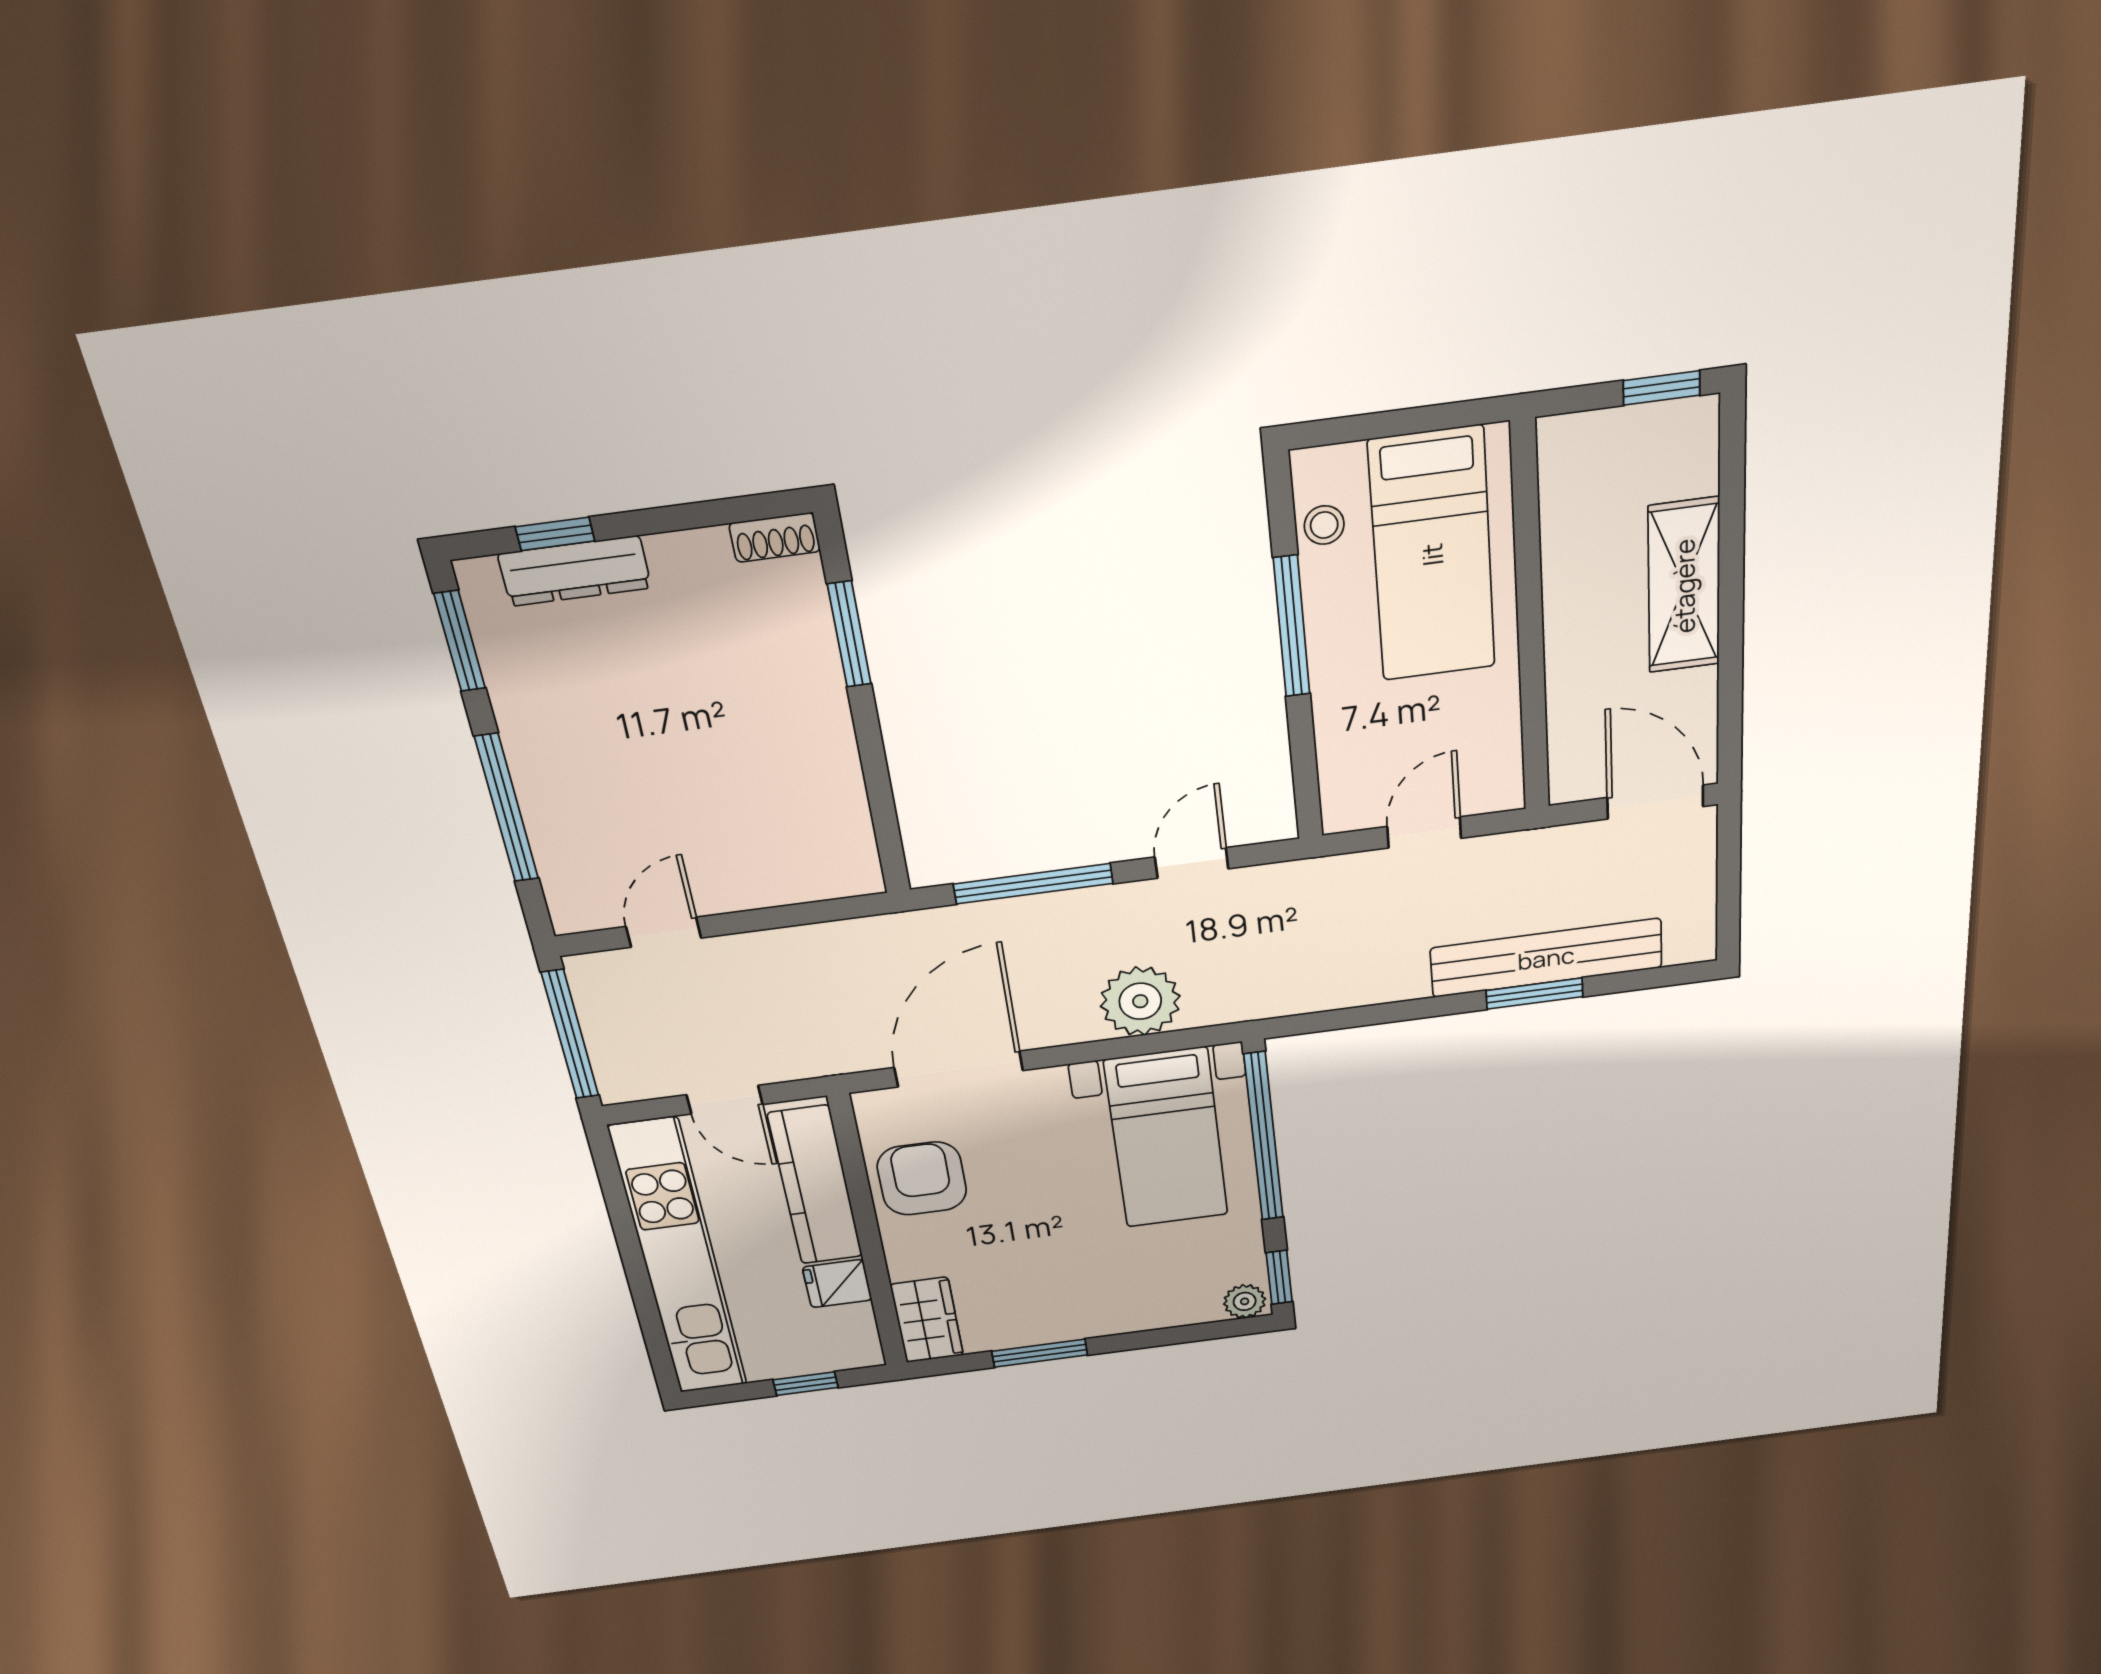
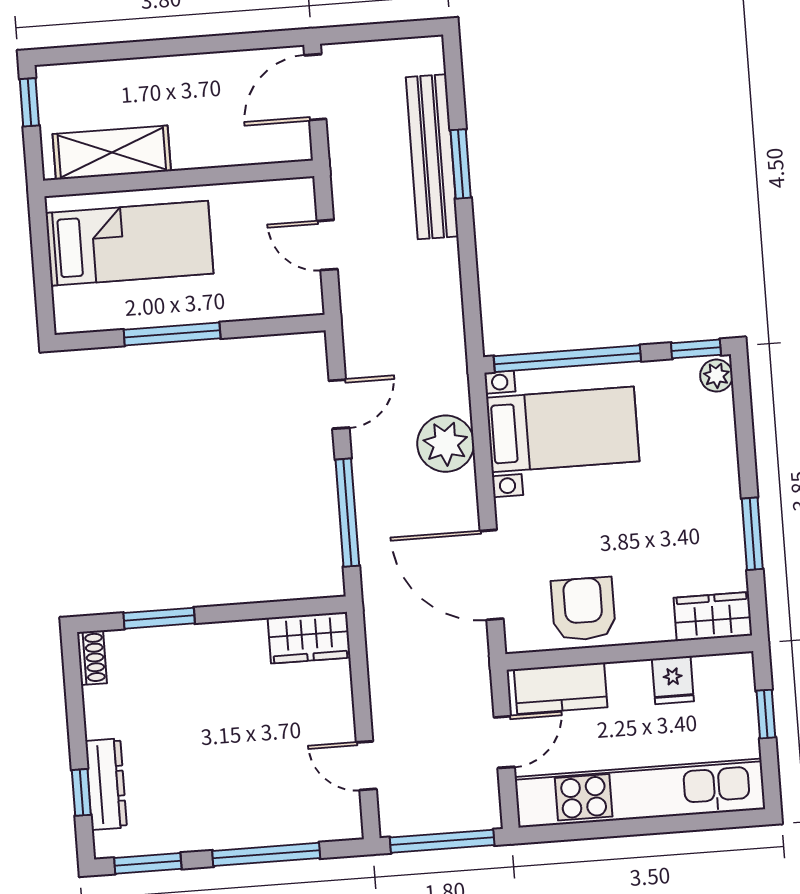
stool: (1324, 525) -> (105, 313), removed
shelving: (1684, 586) -> (112, 153), moved
wardrobe: (843, 845) -> (309, 638), added
door: (1192, 863) -> (339, 404), swing flipped
armchair: (922, 1179) -> (583, 609), turned 90
kitchen counter: (815, 1185) -> (561, 688), width x0.67

